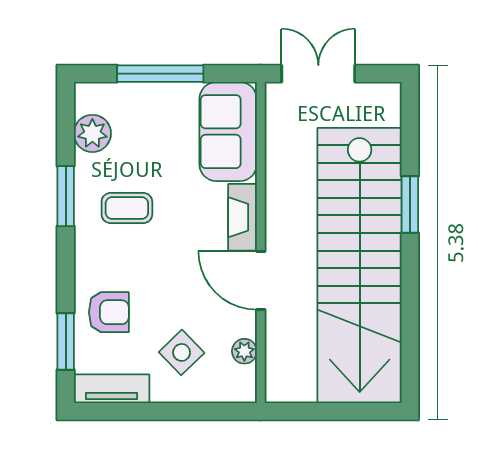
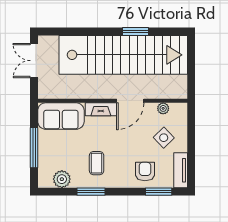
double door: (318, 74) -> (34, 61), moved
window: (410, 205) -> (136, 31), moved

